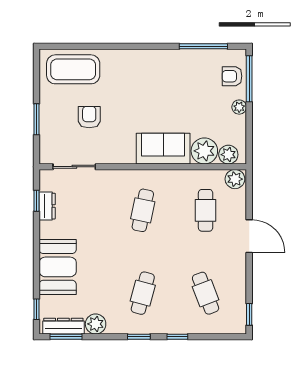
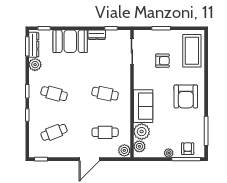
armchair: (147, 79) -> (186, 96), added
dresser: (47, 206) -> (97, 35), moved

